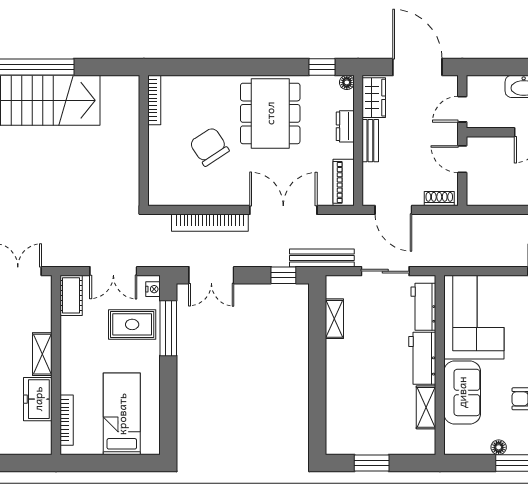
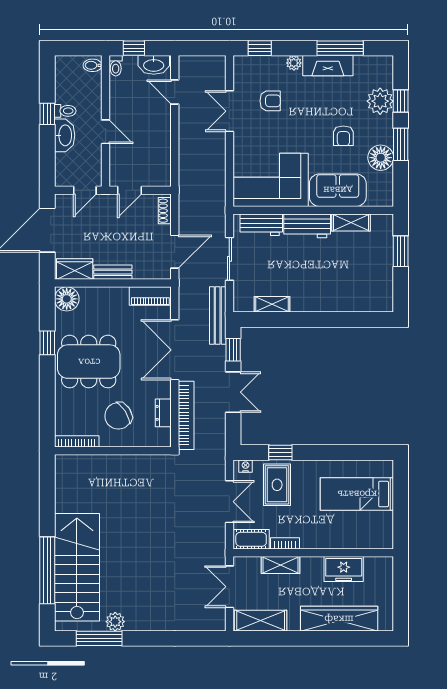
window: (322, 67) -> (47, 343), moved
floor lamp: (347, 82) -> (67, 299), width x1.89, depth x1.89
bookcase: (154, 100) -> (77, 441), moved
door: (462, 109) -> (85, 190), hinge flipped
dresser: (345, 126) -> (163, 413), moved, turned 90
wall: (144, 140) -> (113, 451), moved
double door: (211, 275) -> (233, 392), moved
window: (168, 328) -> (280, 453), width x0.46
shelving: (42, 354) -> (281, 565), moved
bookcase: (67, 420) -> (285, 543), moved, width x0.64
floor lamp: (499, 447) -> (381, 158), width x1.89, depth x1.89
window: (372, 463) -> (401, 251), moved

